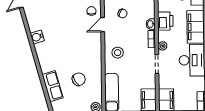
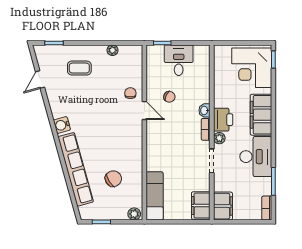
printer: (165, 21) -> (223, 120), moved
door: (103, 25) -> (144, 110), swing flipped
stool: (118, 53) -> (163, 146), removed
row of seats: (53, 86) -> (76, 169), width x2.02

